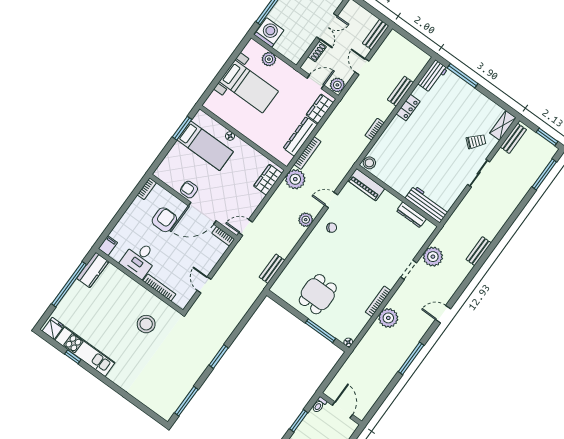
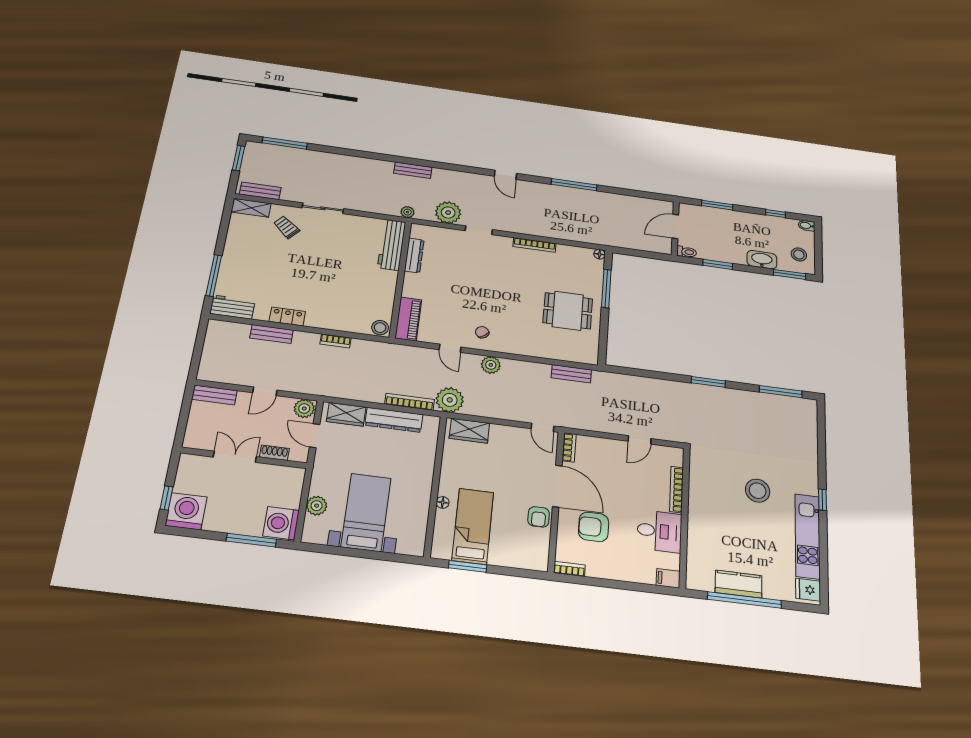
kitchen counter: (93, 270) -> (739, 584), moved
plant: (388, 318) -> (408, 212), moved, width x0.53, depth x0.53
stool: (146, 324) -> (758, 491), moved
window: (73, 357) -> (822, 500), moved

